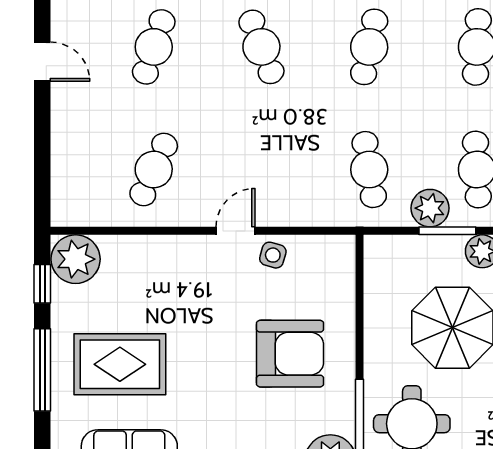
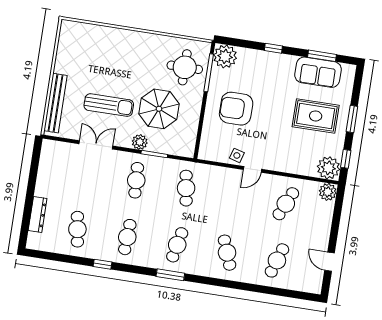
plant: (430, 208) -> (328, 192), moved
window: (42, 370) -> (352, 119), width x0.69

